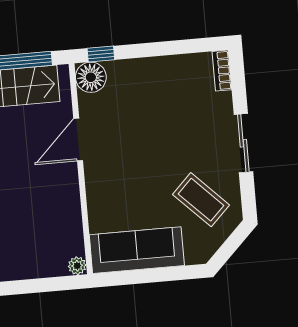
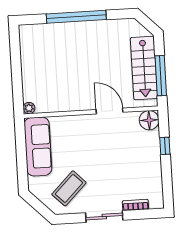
window: (101, 54) -> (165, 146), moved
bookcase: (222, 71) -> (135, 205), moved

